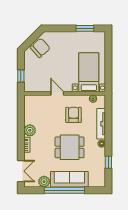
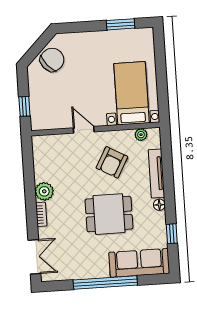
armchair: (74, 115) -> (112, 162), turned -151
sofa: (69, 179) -> (139, 263), moved
plant: (44, 182) -> (72, 271), removed

